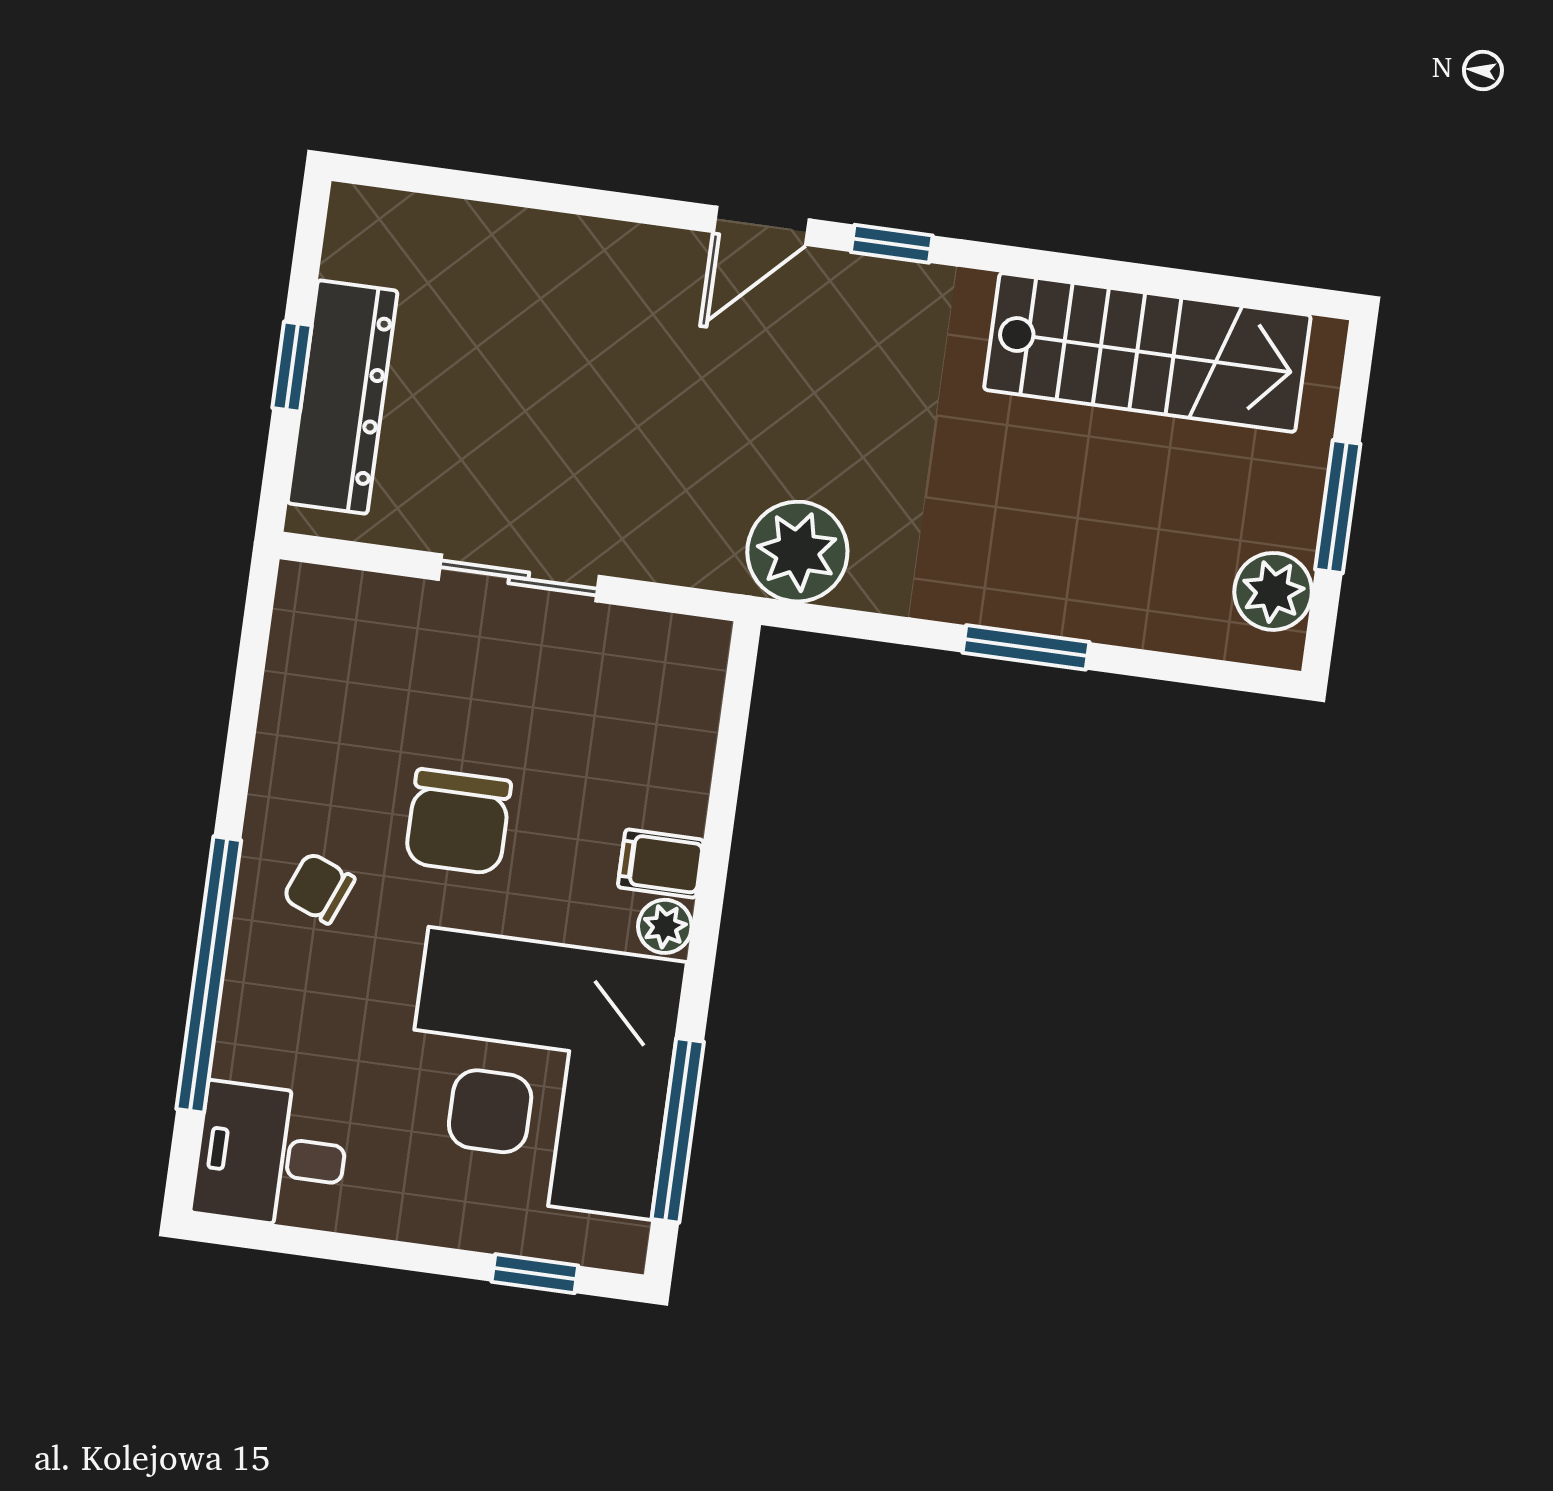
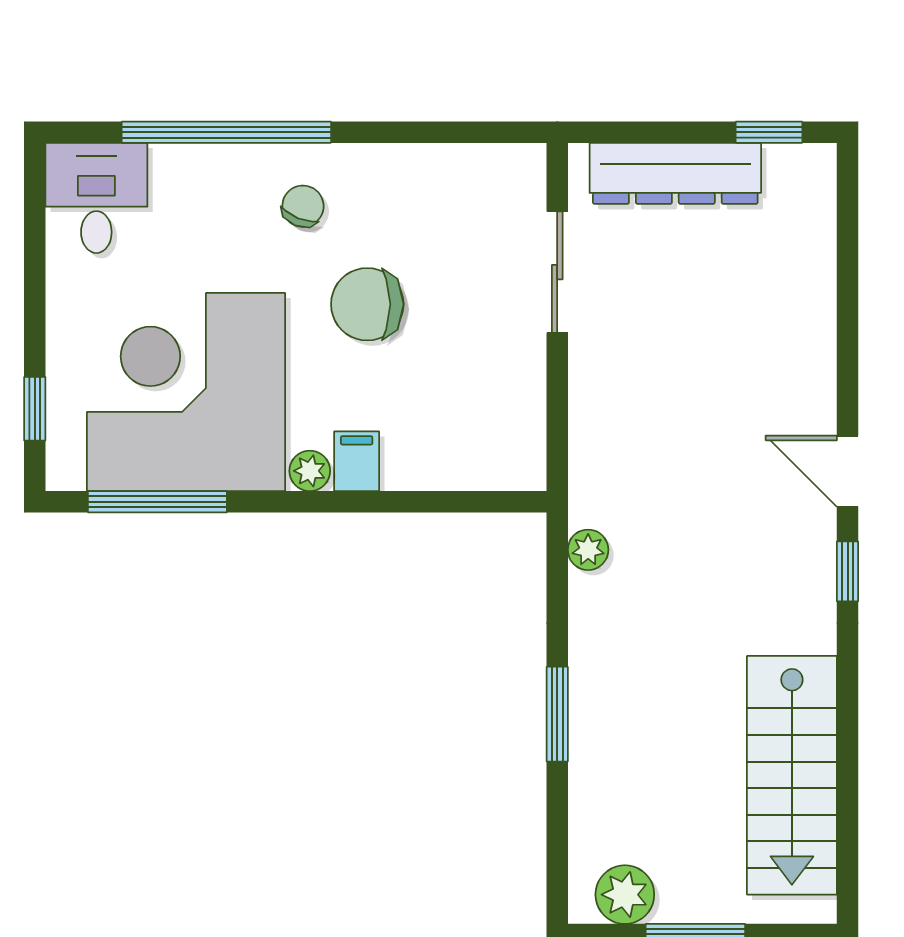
window: (292, 367) -> (769, 132), moved
plant: (797, 552) -> (588, 550), width x0.53, depth x0.53
sliding door: (519, 578) -> (557, 272), moved

